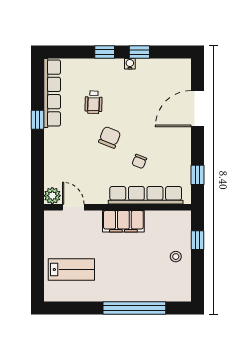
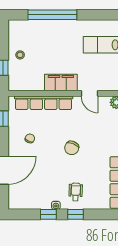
wheelchair: (94, 102) -> (76, 192), moved
chair: (139, 161) -> (30, 138), moved
door: (73, 207) -> (90, 93), moved

